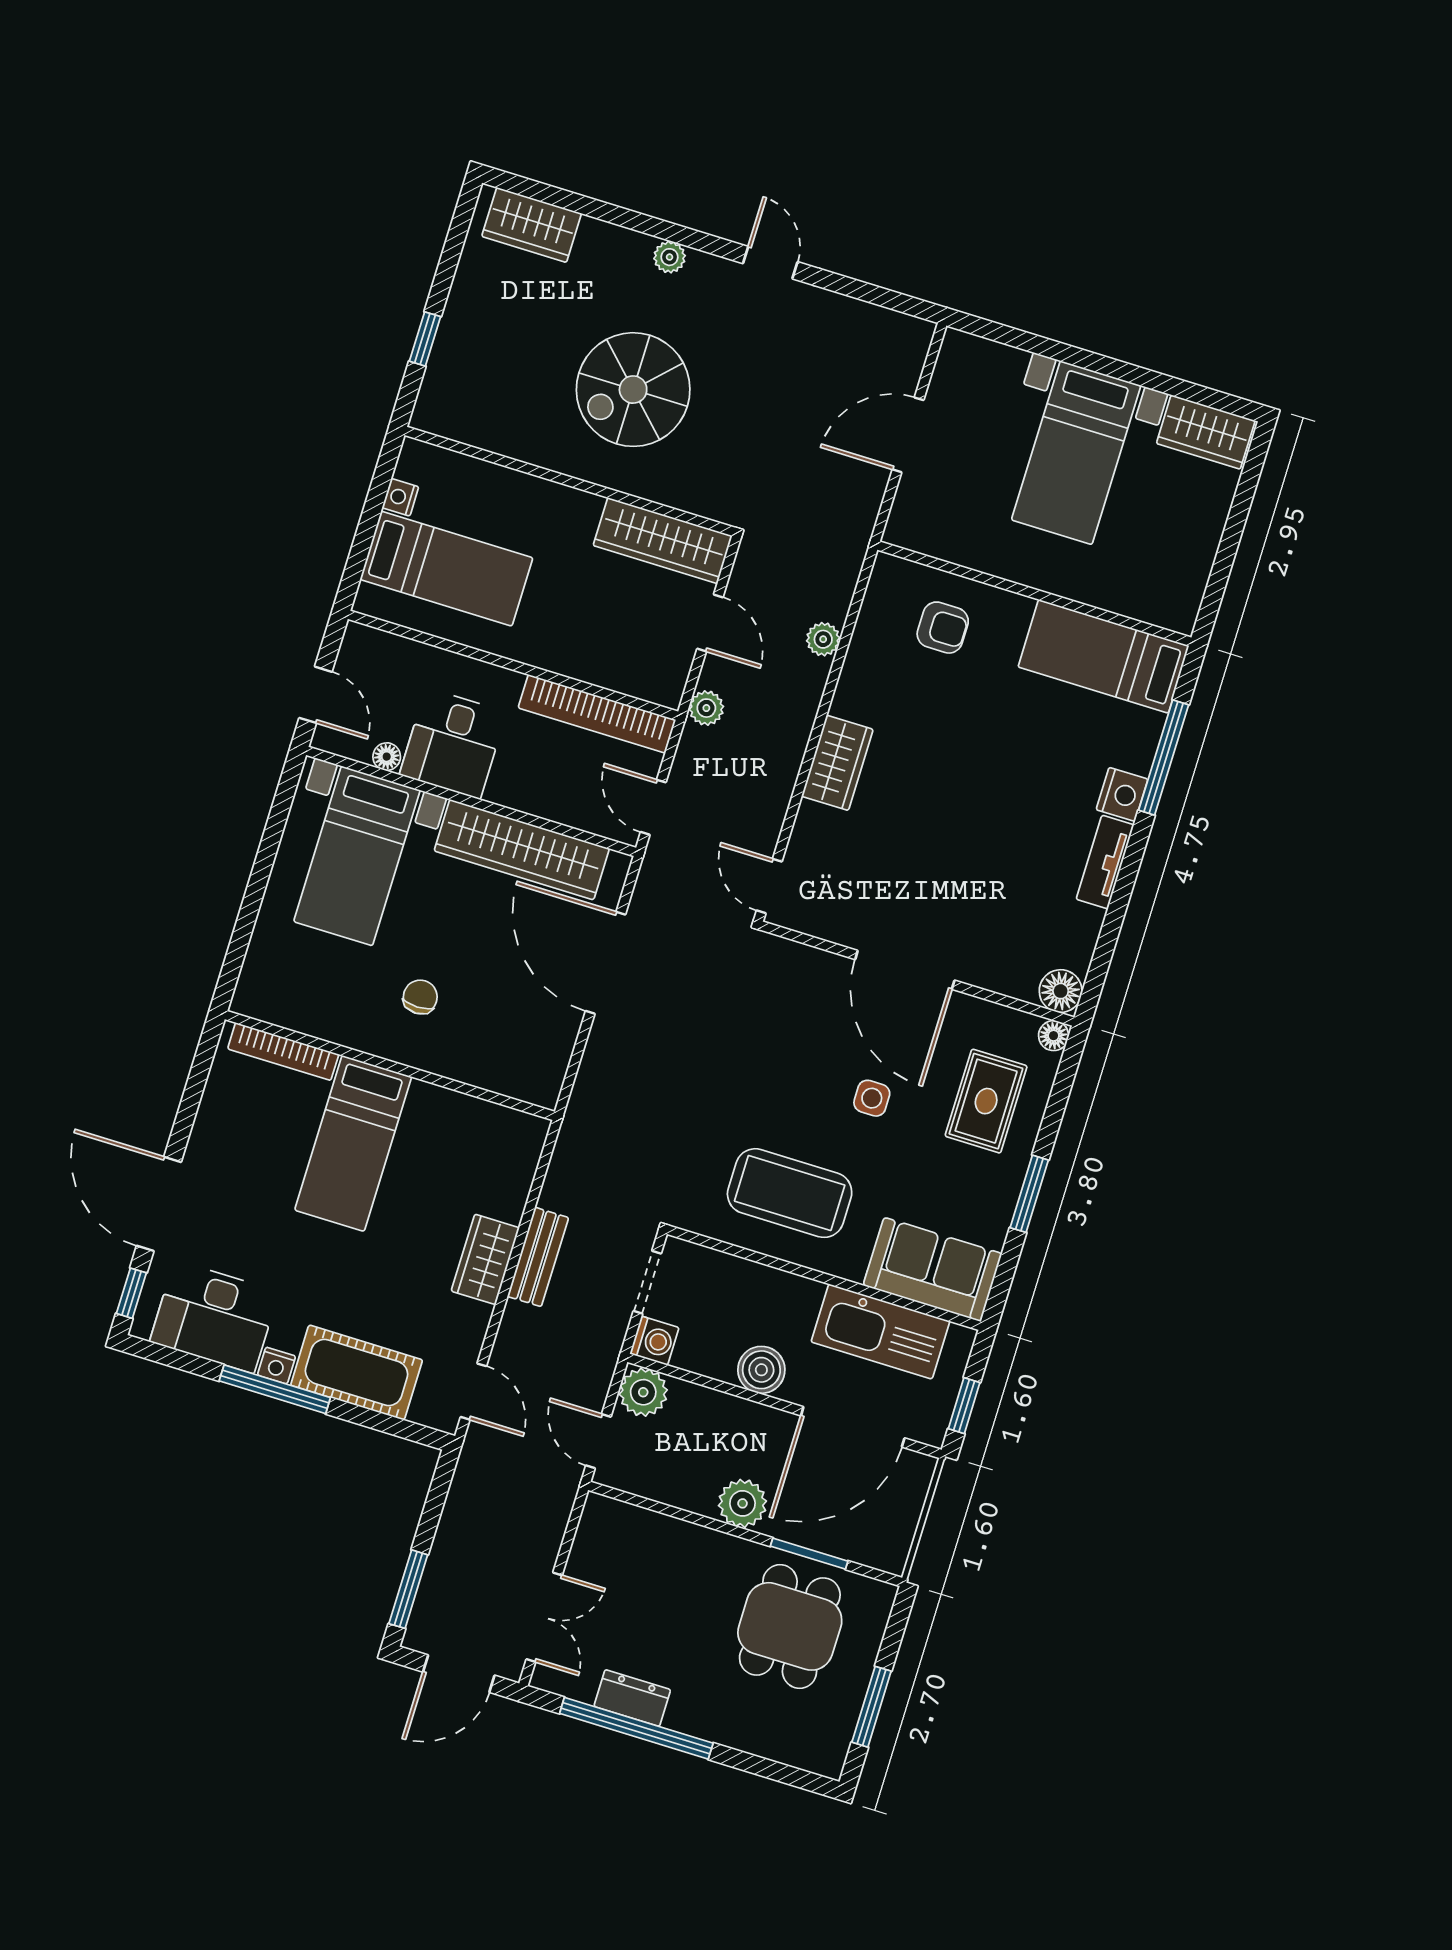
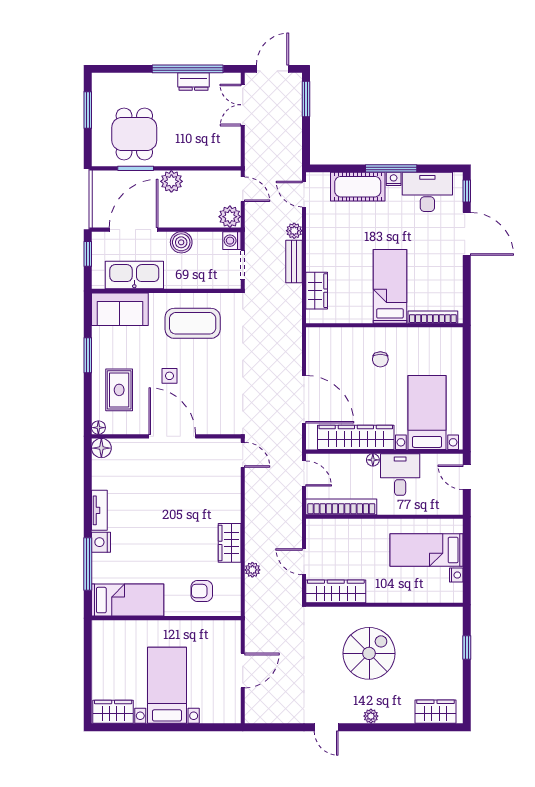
plant: (706, 708) -> (294, 231), moved
floor lamp: (387, 757) -> (373, 460), moved
wardrobe: (837, 763) -> (230, 543), moved
wardrobe: (485, 1259) -> (317, 291), moved

